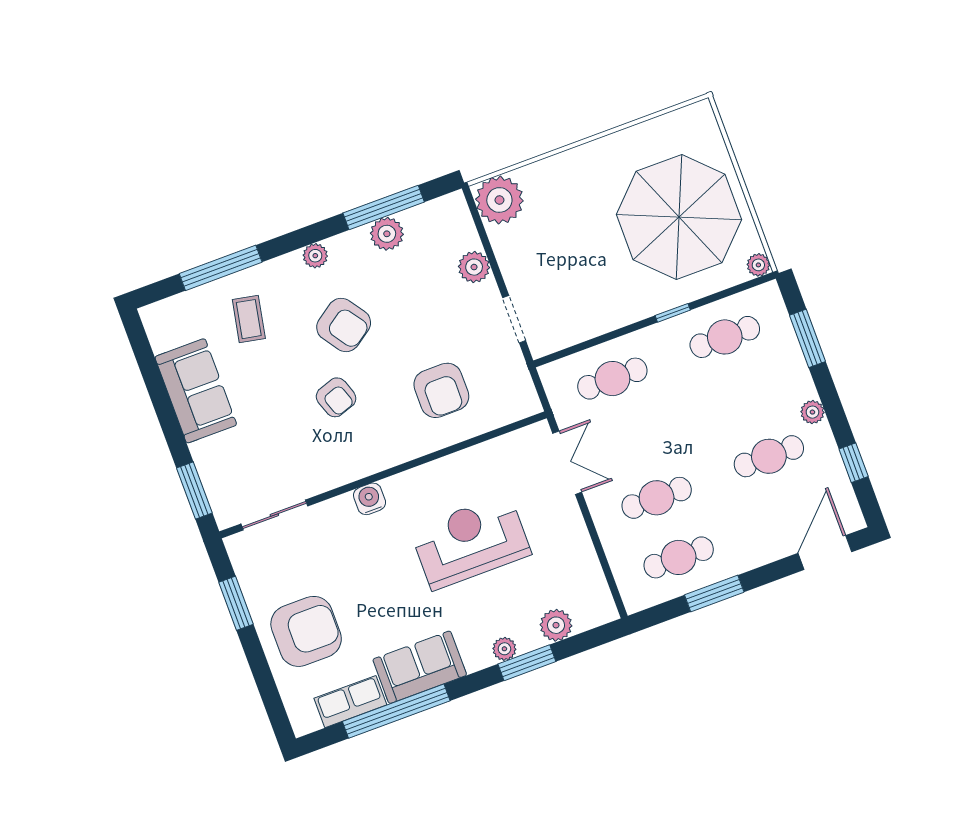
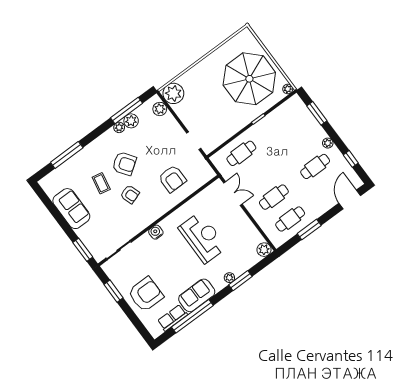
plant: (315, 256) -> (119, 127), moved
plant: (474, 267) -> (160, 109), moved
coffee table: (249, 319) -> (101, 183), moved
cafe table: (725, 337) -> (283, 123), removed
reception desk: (471, 542) -> (203, 238), turned 90
plant: (556, 625) -> (264, 250), moved

